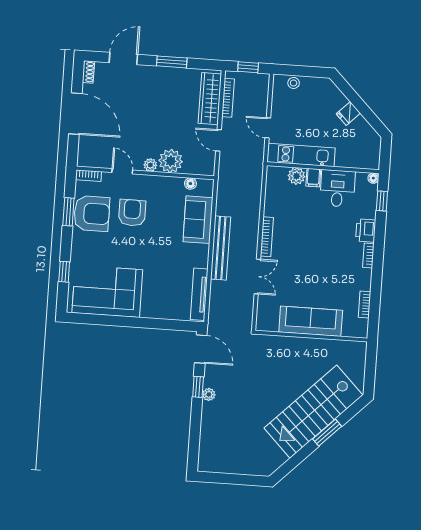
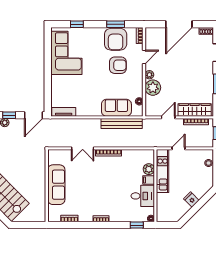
printer: (366, 230) -> (117, 216), removed
bench: (221, 248) -> (122, 124), moved
tv unit: (199, 294) -> (64, 112), width x0.71

